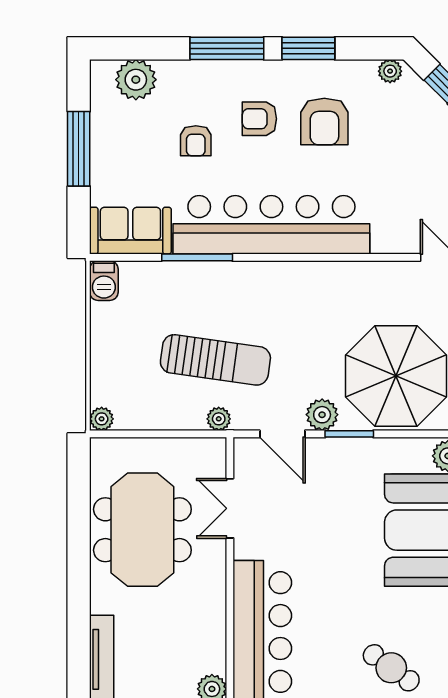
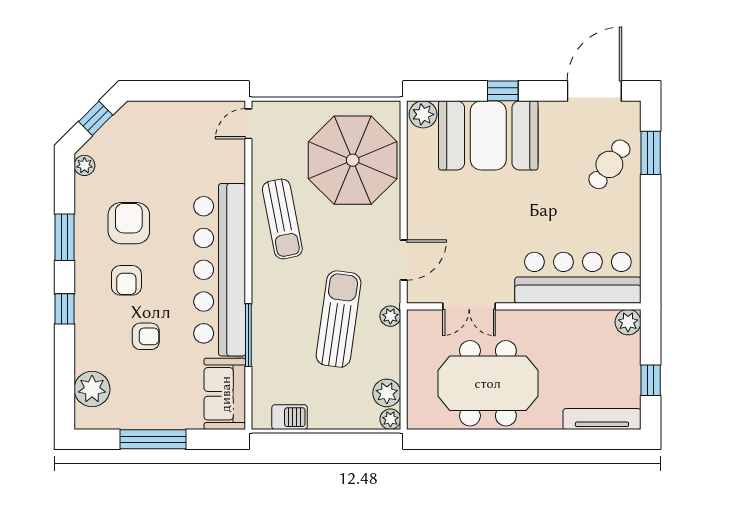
window: (227, 48) -> (65, 309), width x0.46
armchair: (324, 121) -> (129, 223), turned -90
barbecue: (104, 281) -> (290, 417), moved
sun lounger: (329, 296) -> (282, 219), added
plant: (322, 415) -> (387, 393), moved
window: (349, 434) -> (404, 201), removed

